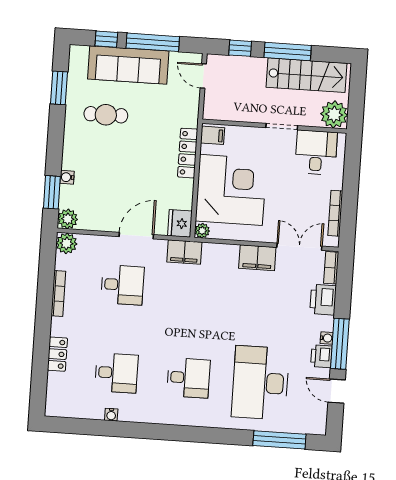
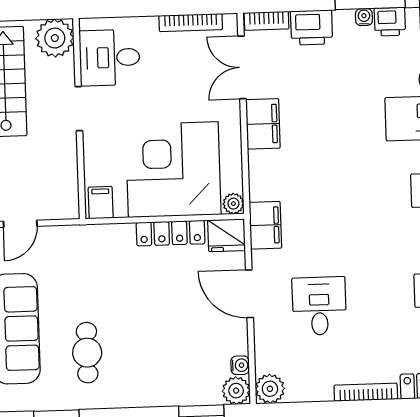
locker: (188, 153) -> (171, 233), moved
water cooler: (67, 177) -> (240, 365), moved, turned -90
bookcase: (58, 293) -> (366, 392), moved

